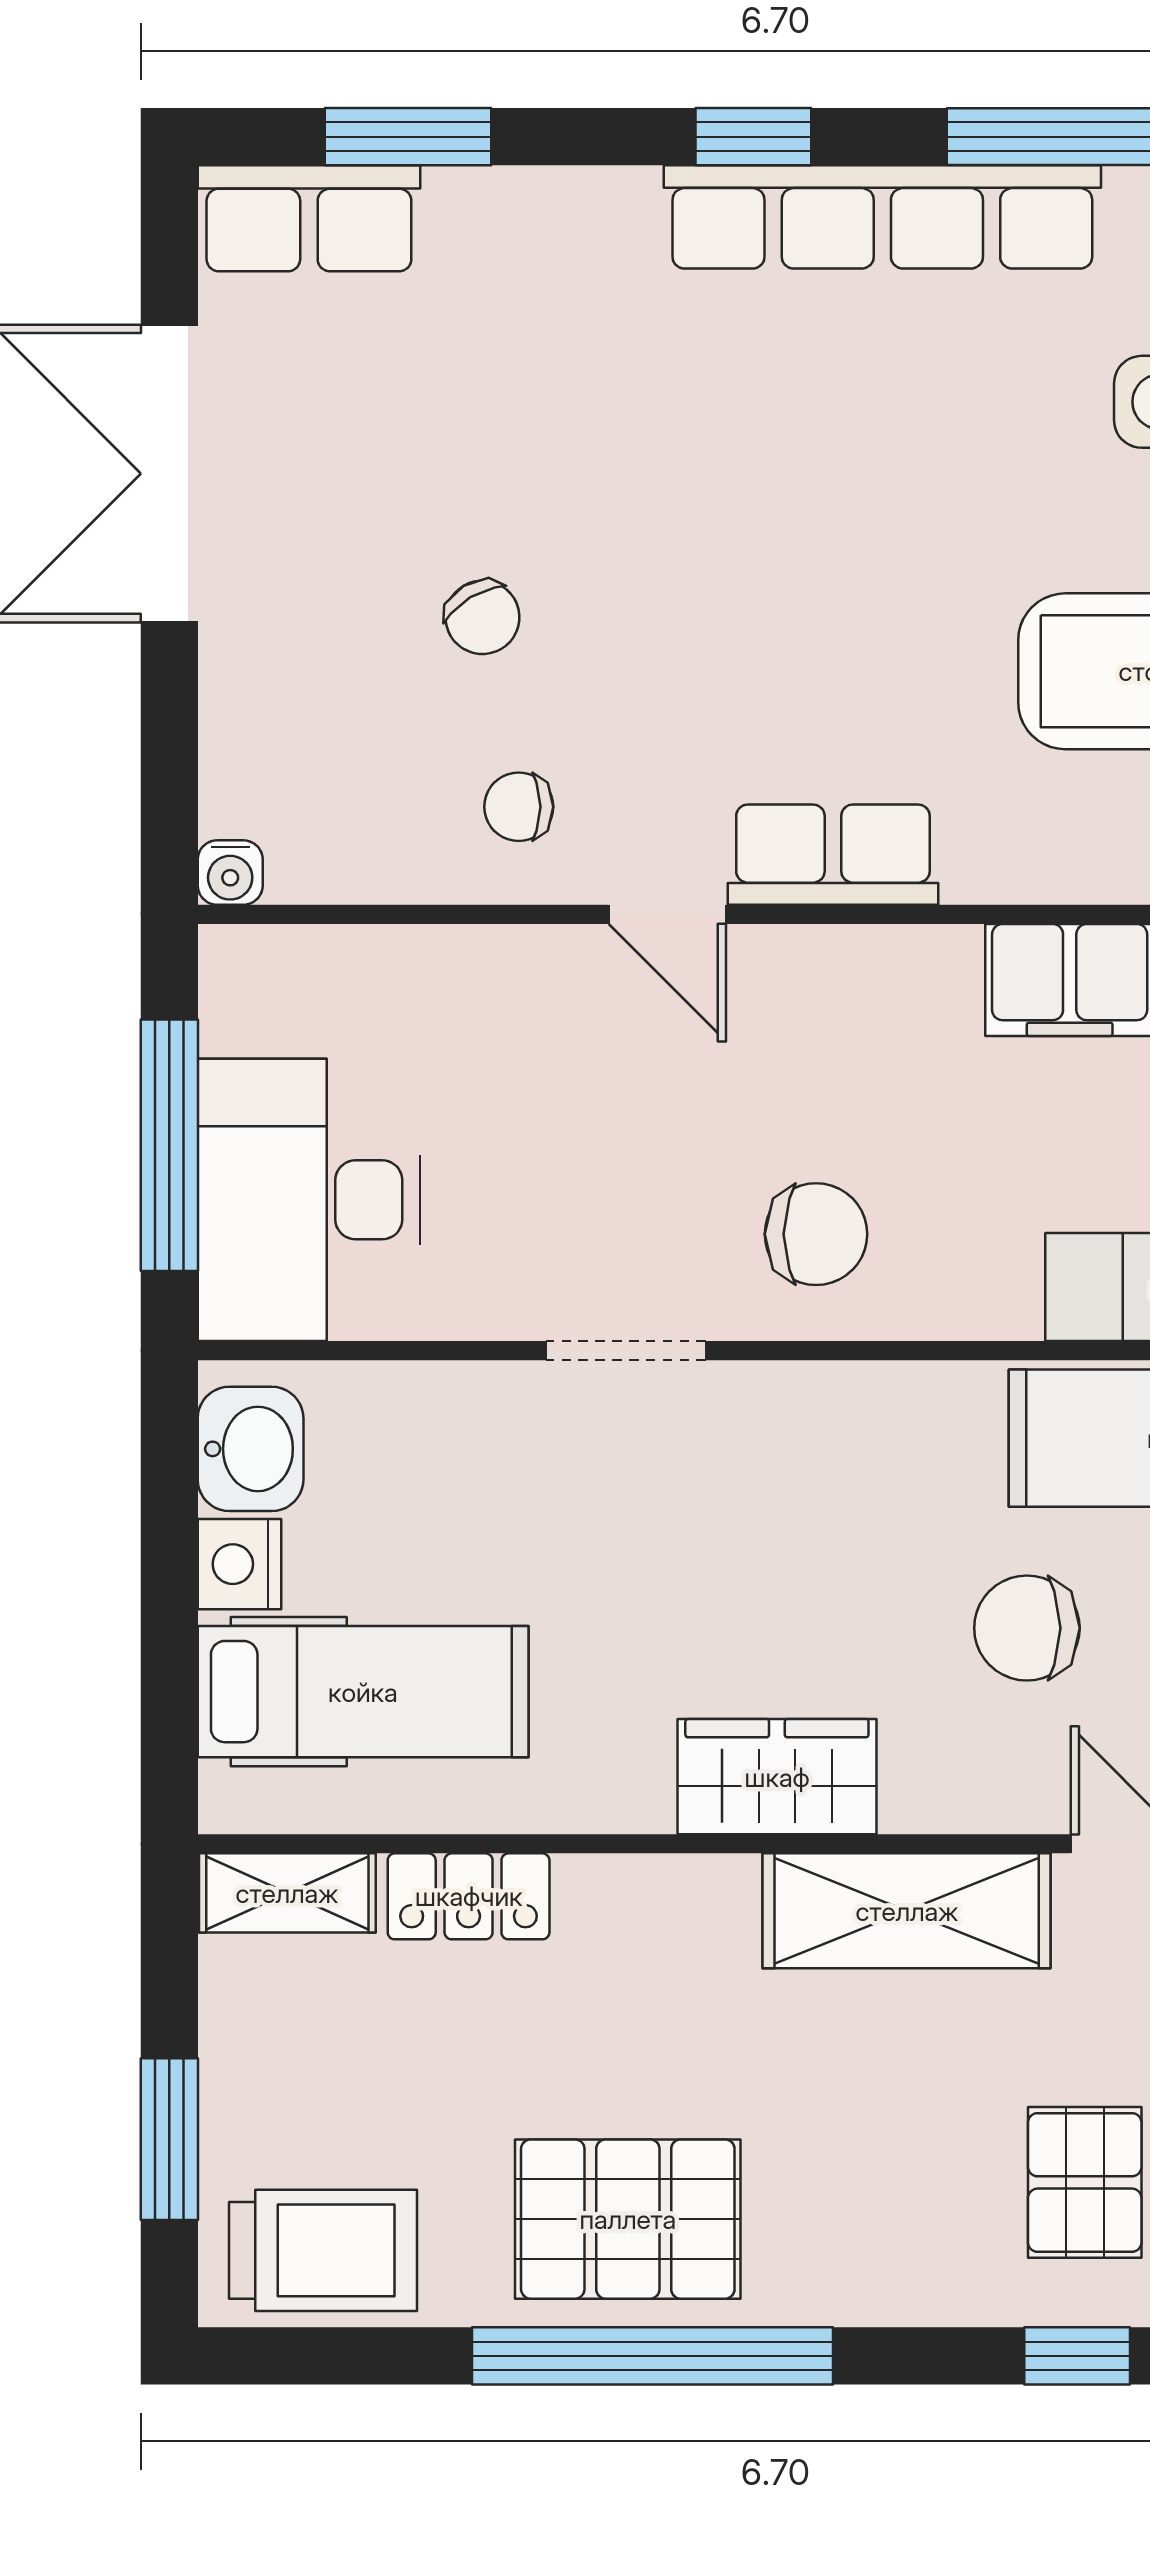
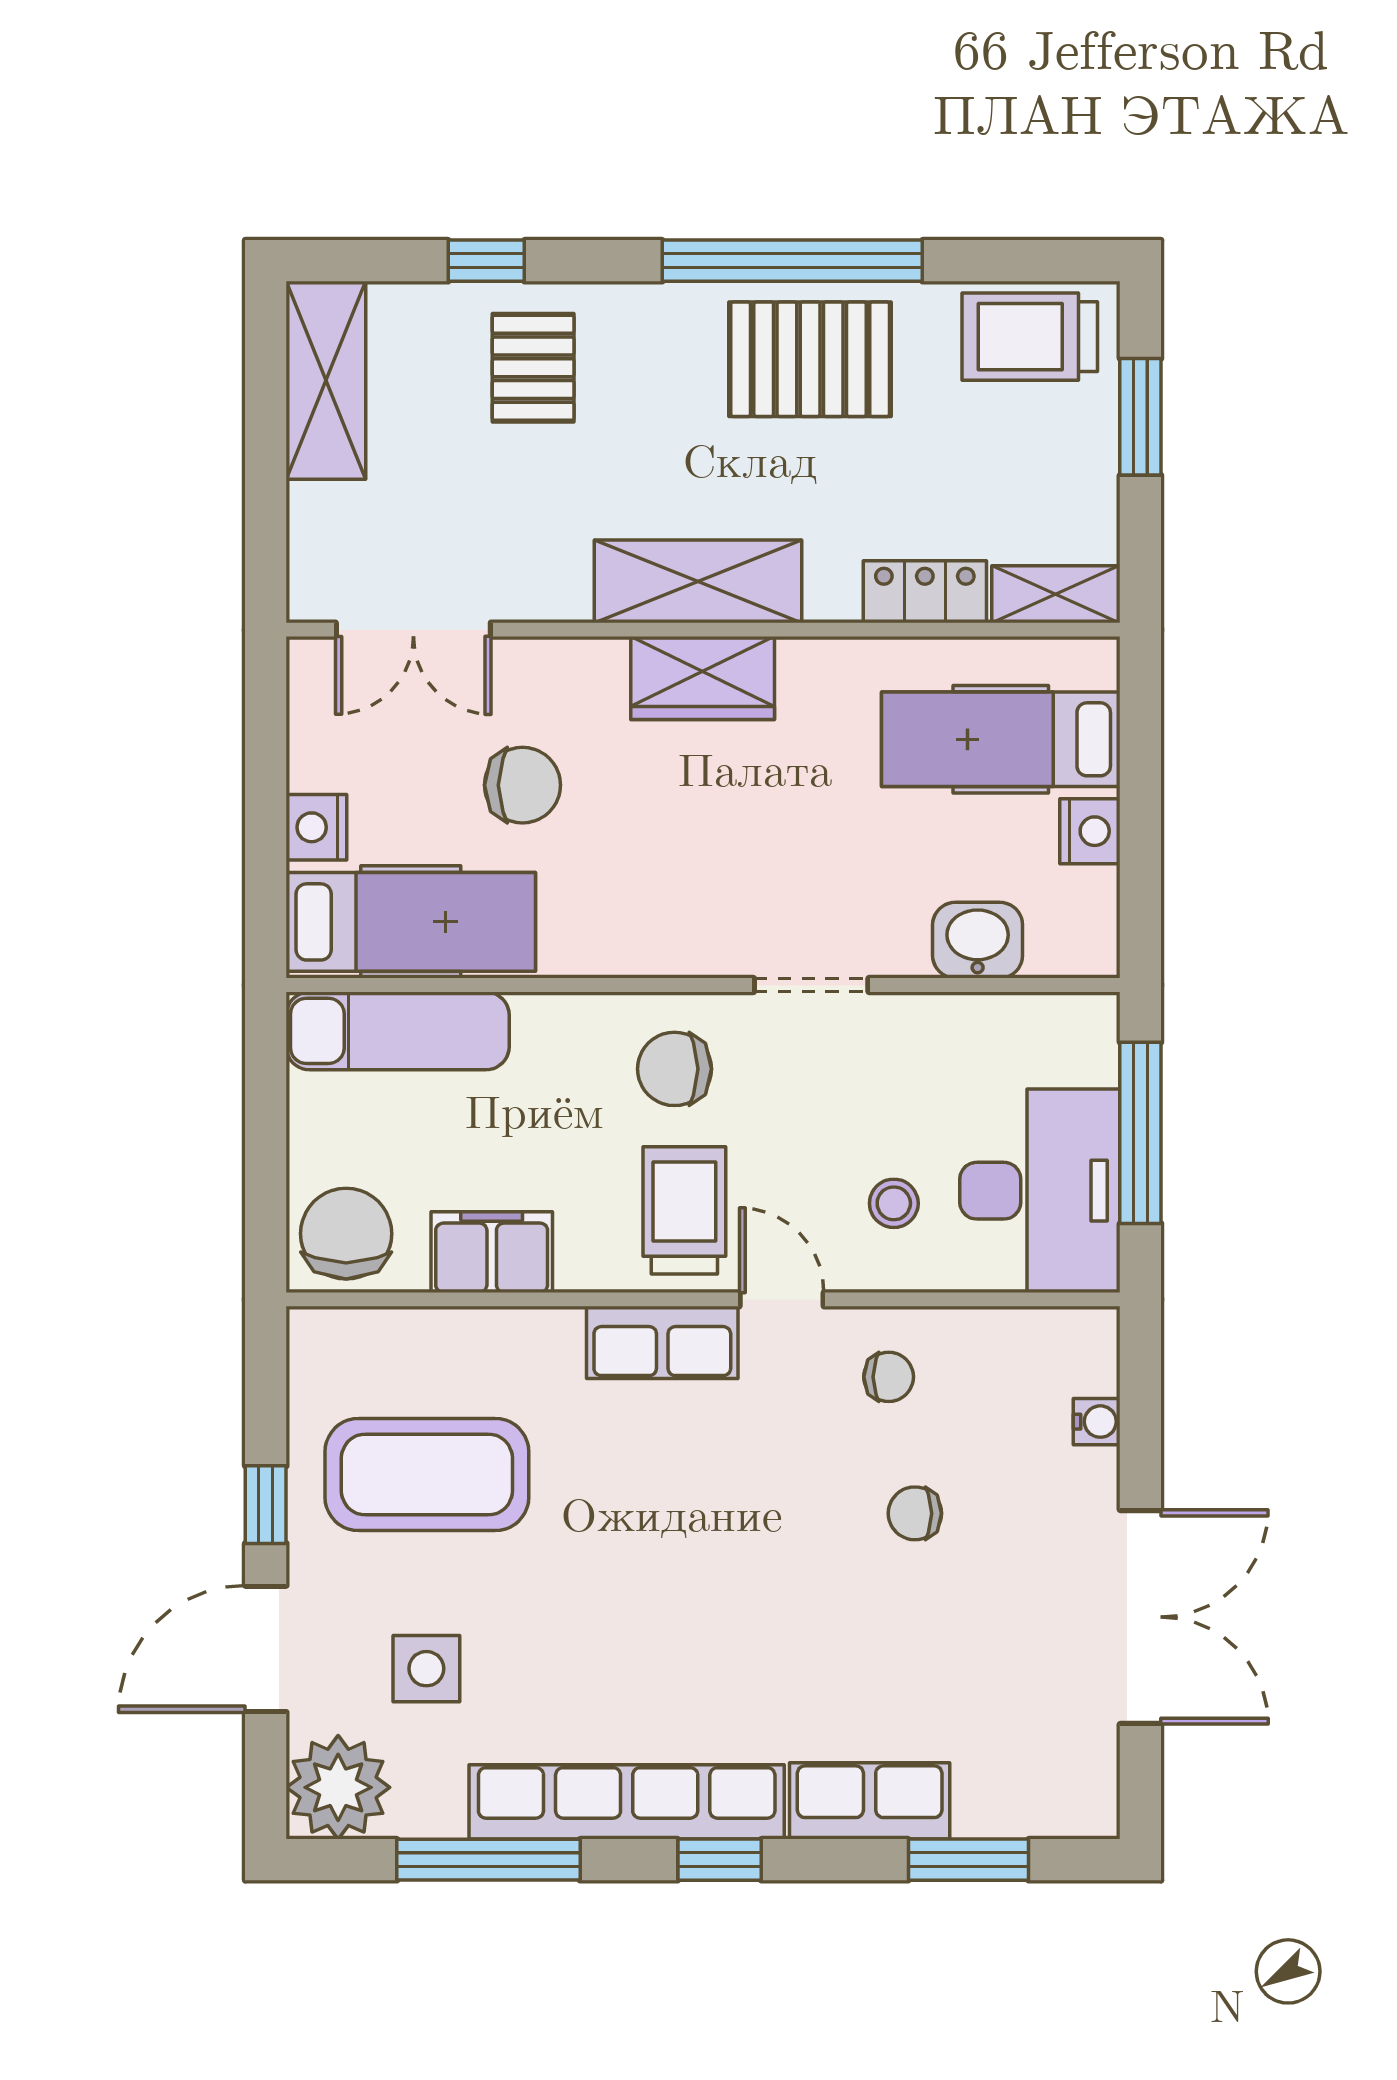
row of seats: (309, 218) -> (870, 1801), moved
chair: (482, 617) -> (915, 1513), turned -59
water cooler: (230, 873) -> (1097, 1422), moved, turned 90
trolley: (802, 1038) -> (684, 1210), added
stool: (512, 1048) -> (894, 1203), added
desk: (309, 1200) -> (1040, 1191), moved
washbasin: (251, 1449) -> (978, 940), moved, turned 90
shelving: (907, 1911) -> (698, 581), moved
pallet: (1085, 2182) -> (533, 368), moved

